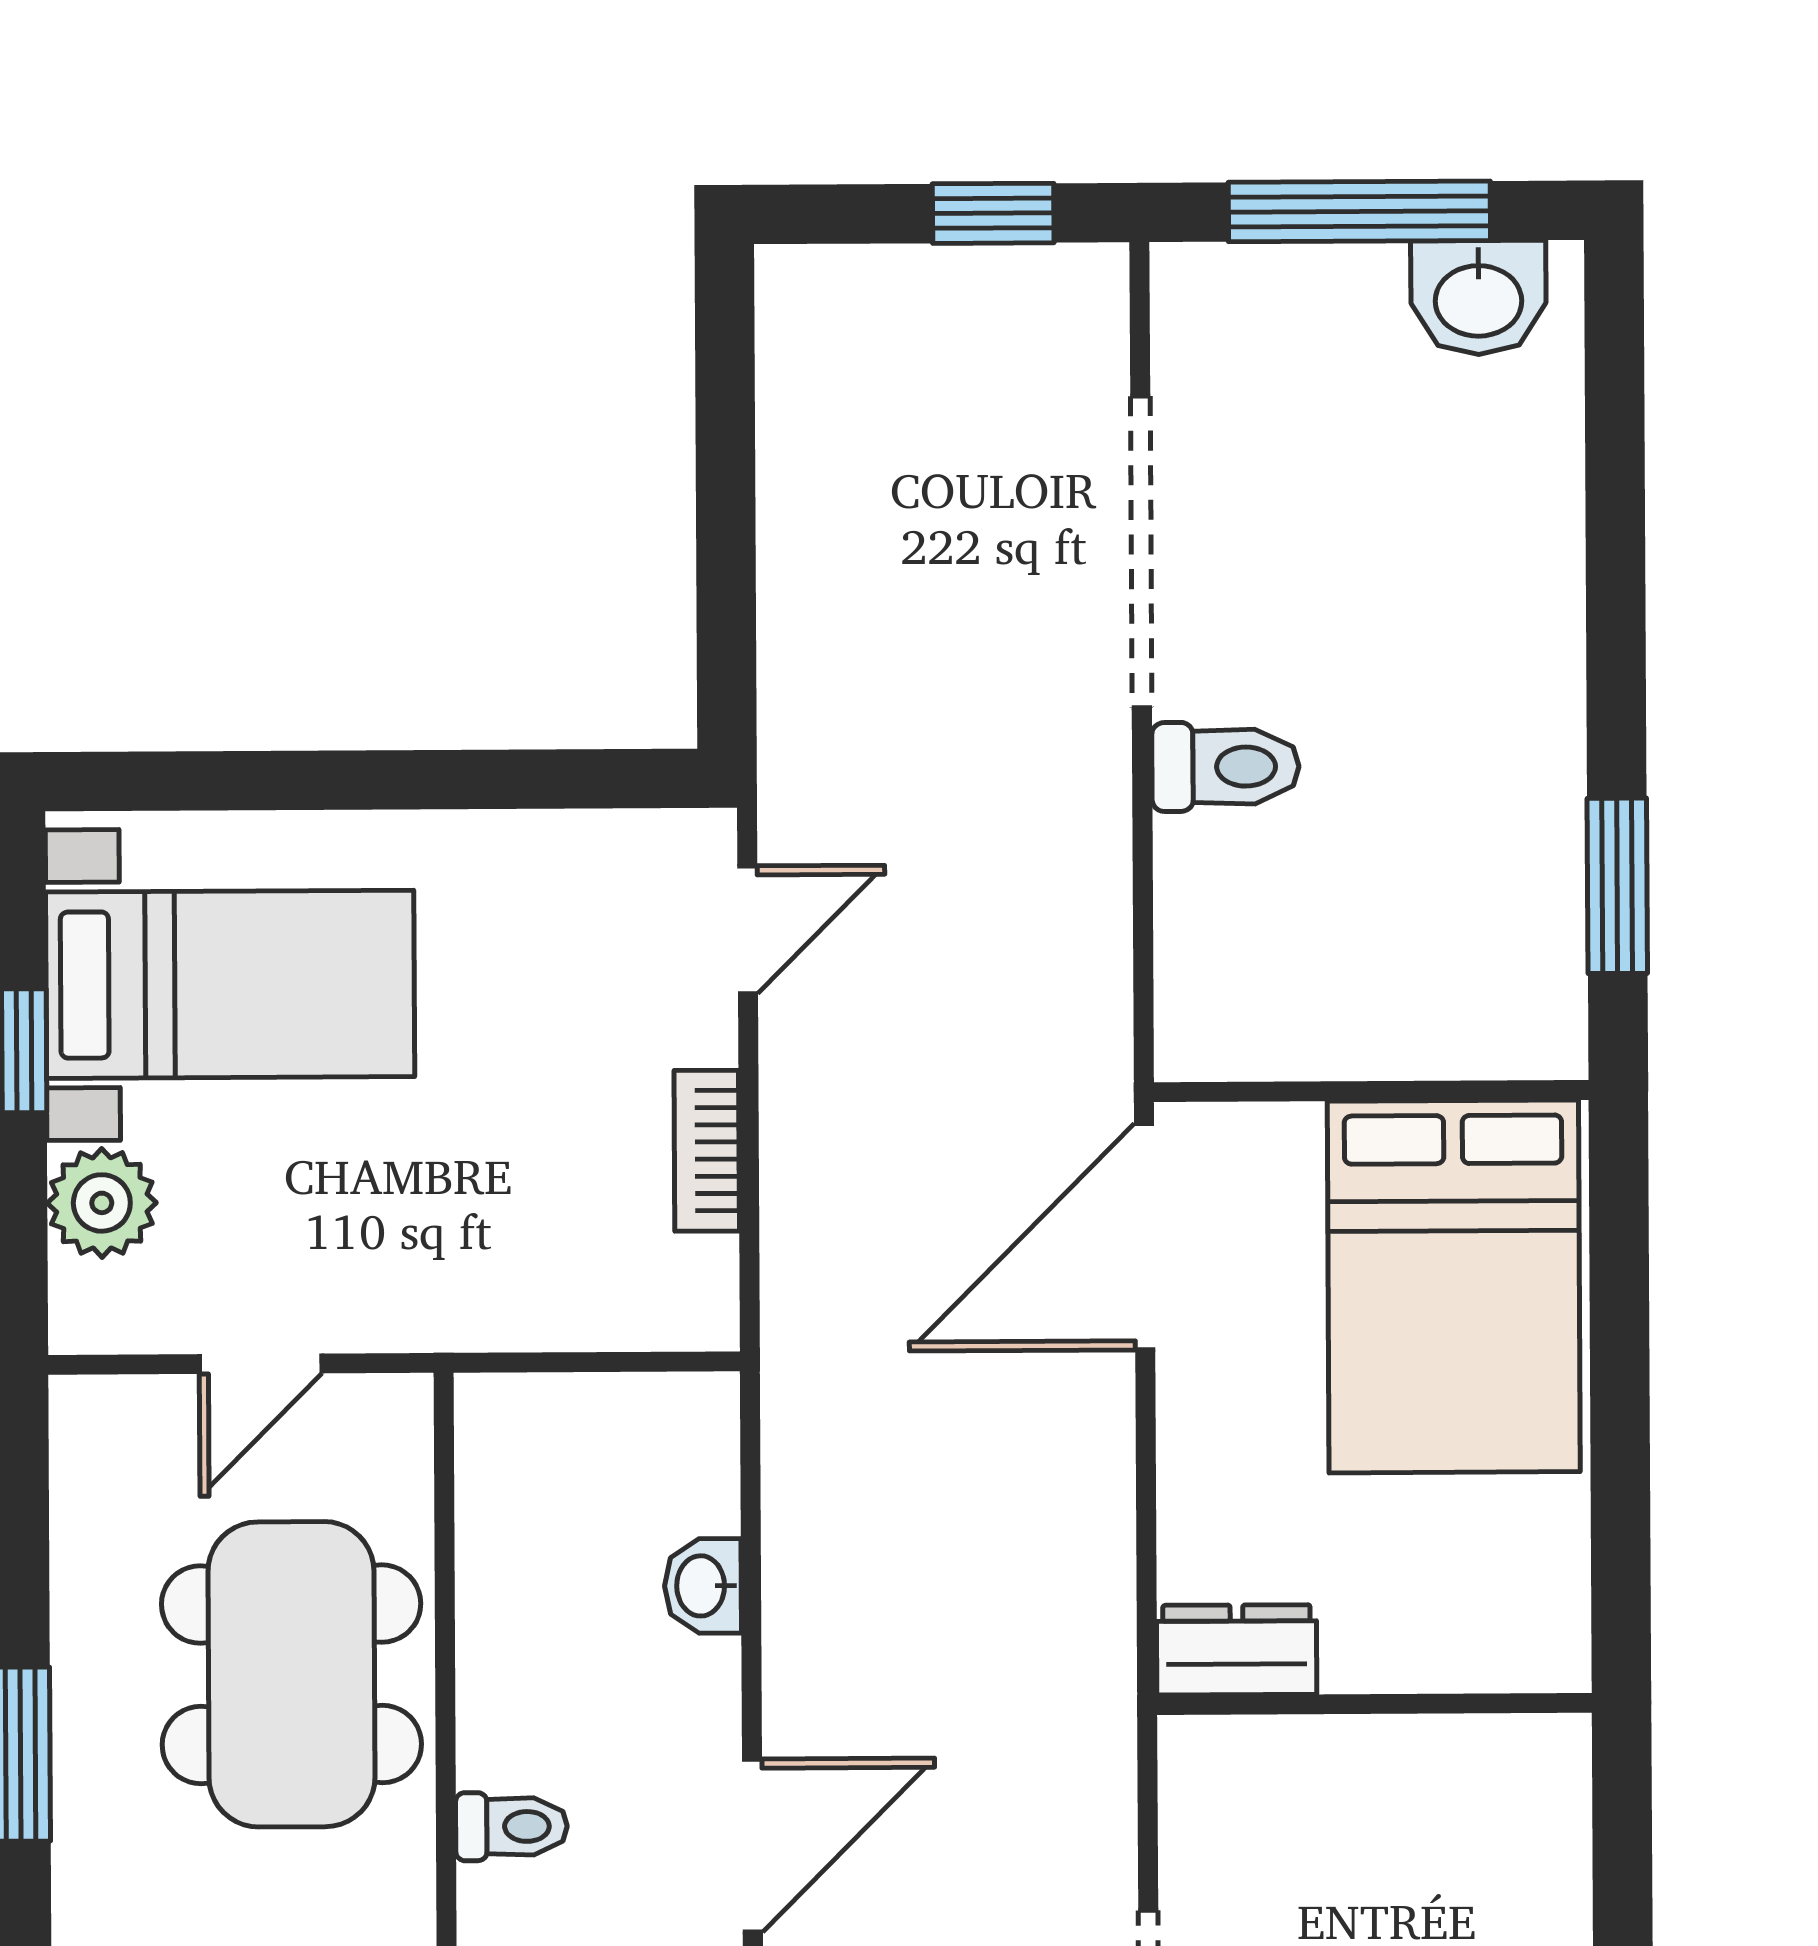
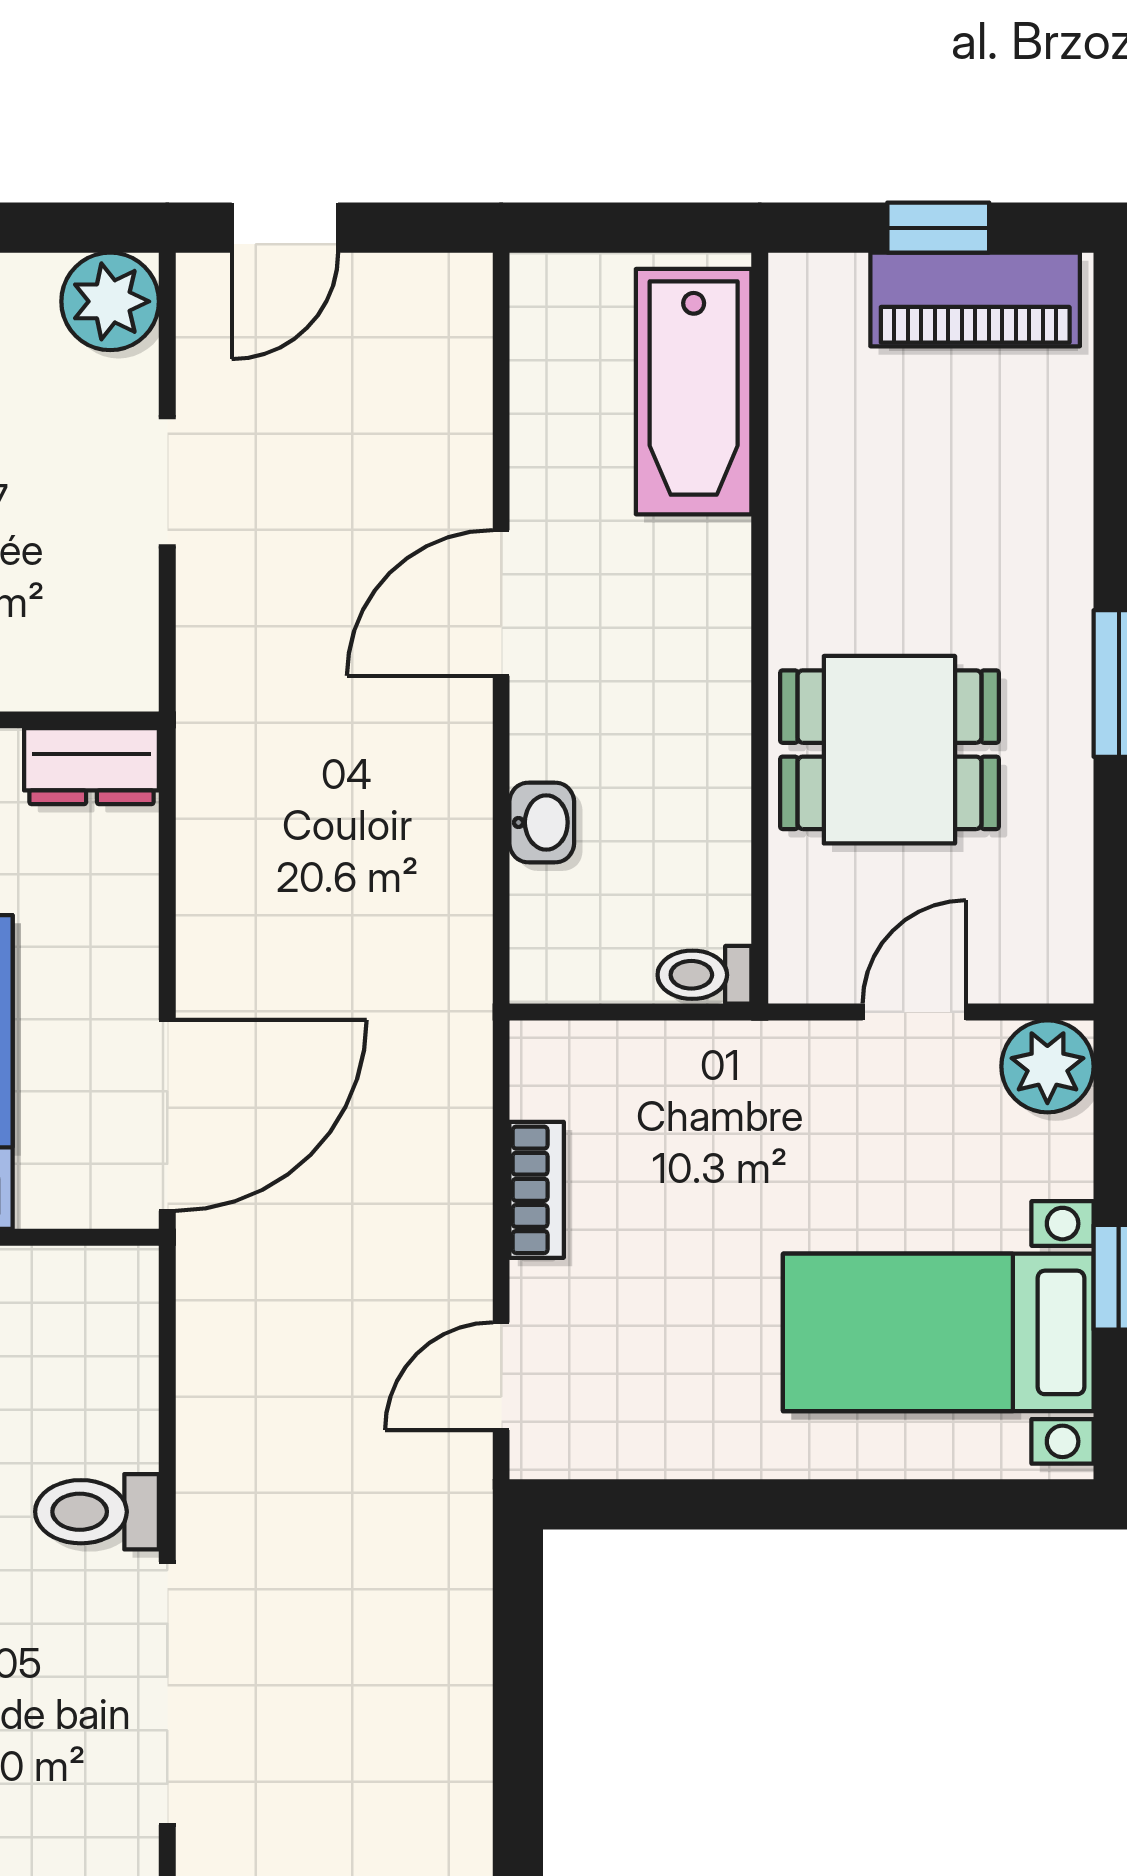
plant: (102, 1203) -> (1047, 1066), moved
dining table: (291, 1674) -> (889, 750), width x0.73
toilet: (511, 1827) -> (704, 975), moved

